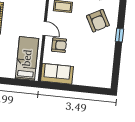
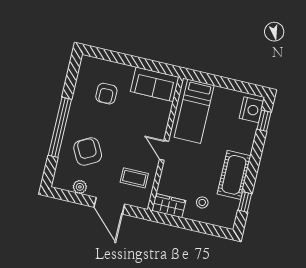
window: (120, 35) -> (60, 127), width x3.17
armchair: (59, 45) -> (106, 94), moved, turned -90

